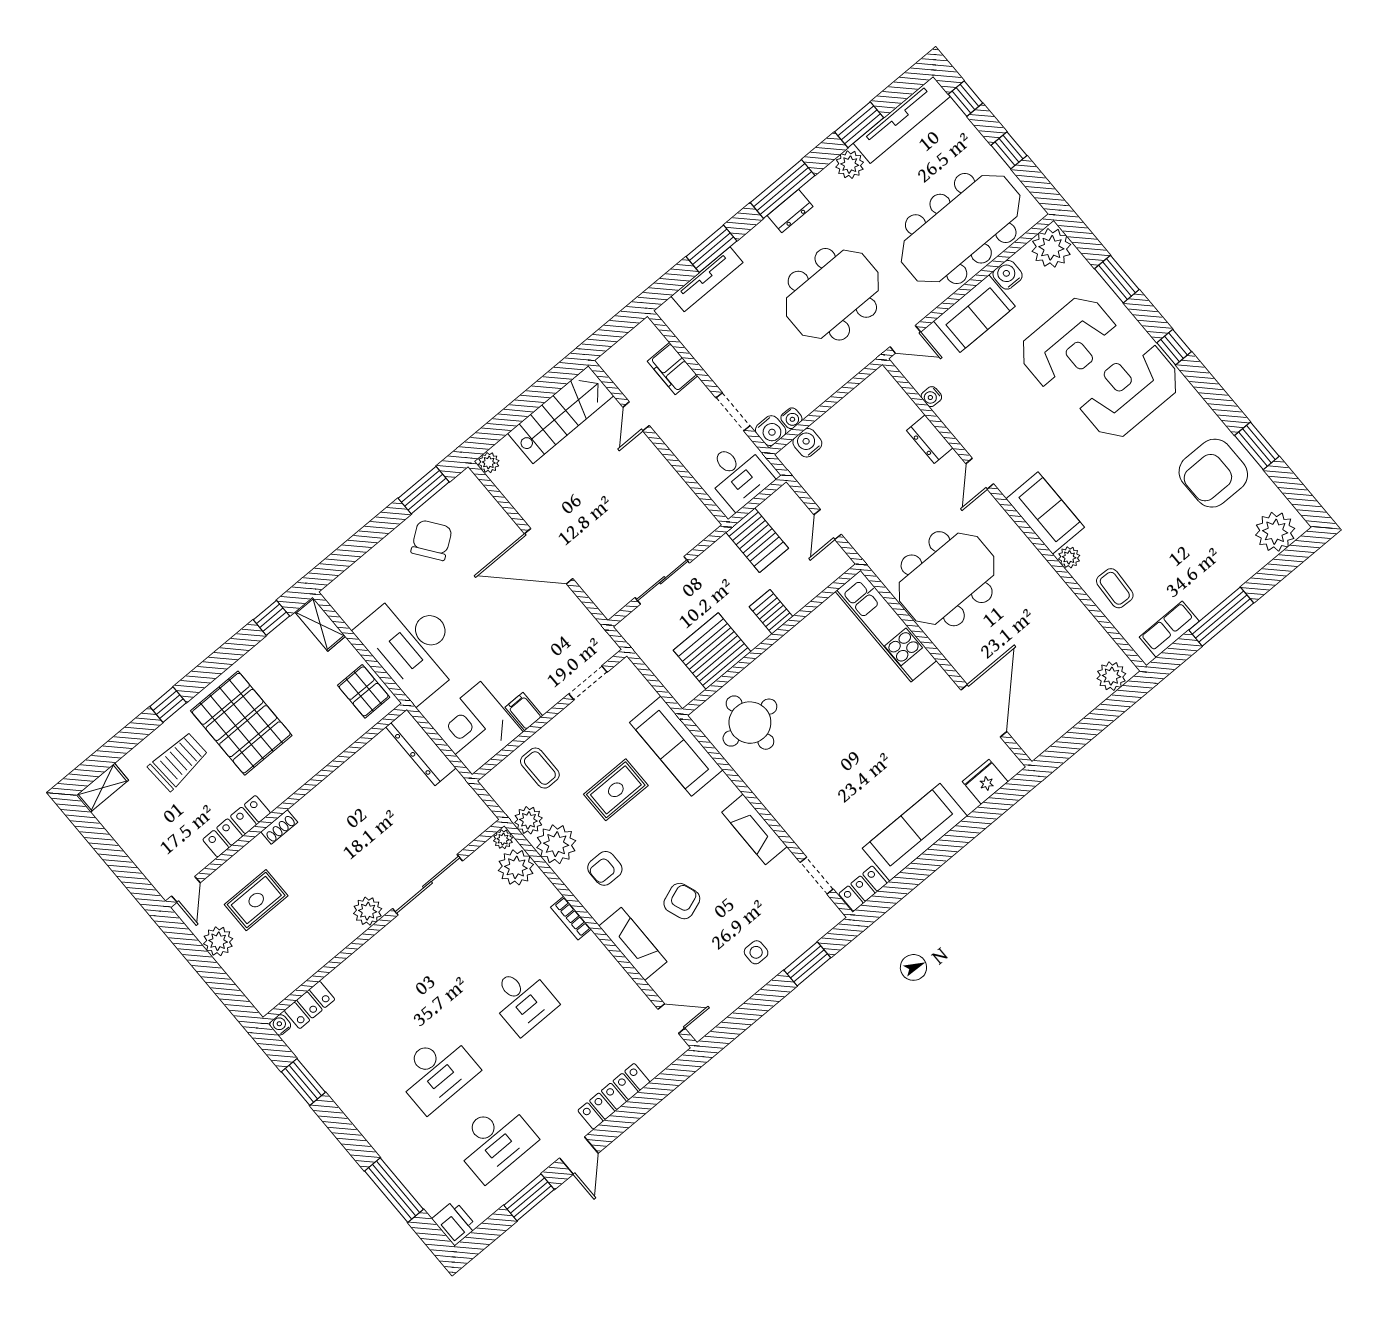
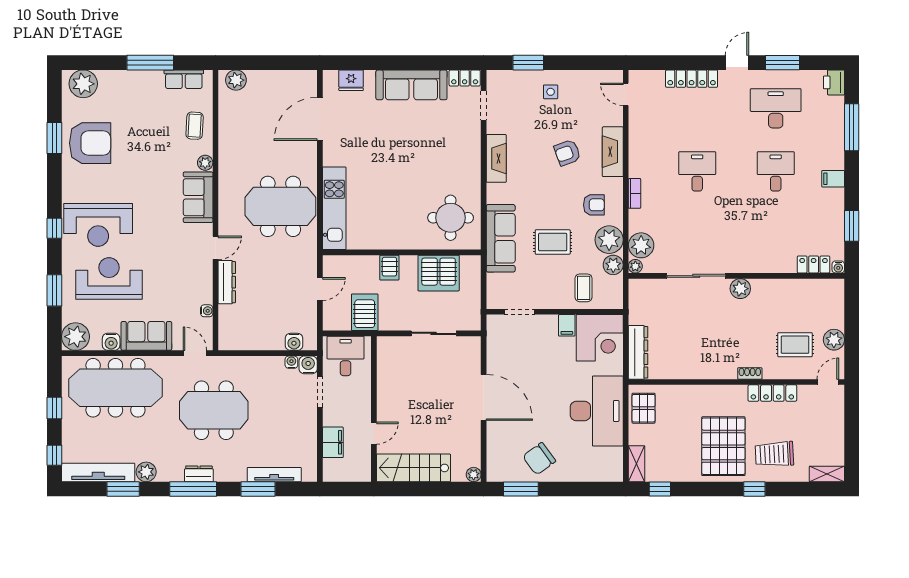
dresser: (930, 439) -> (227, 282), width x1.44
desk: (436, 1072) -> (776, 171), width x0.73
filing cabinet: (367, 1117) -> (833, 179), added

